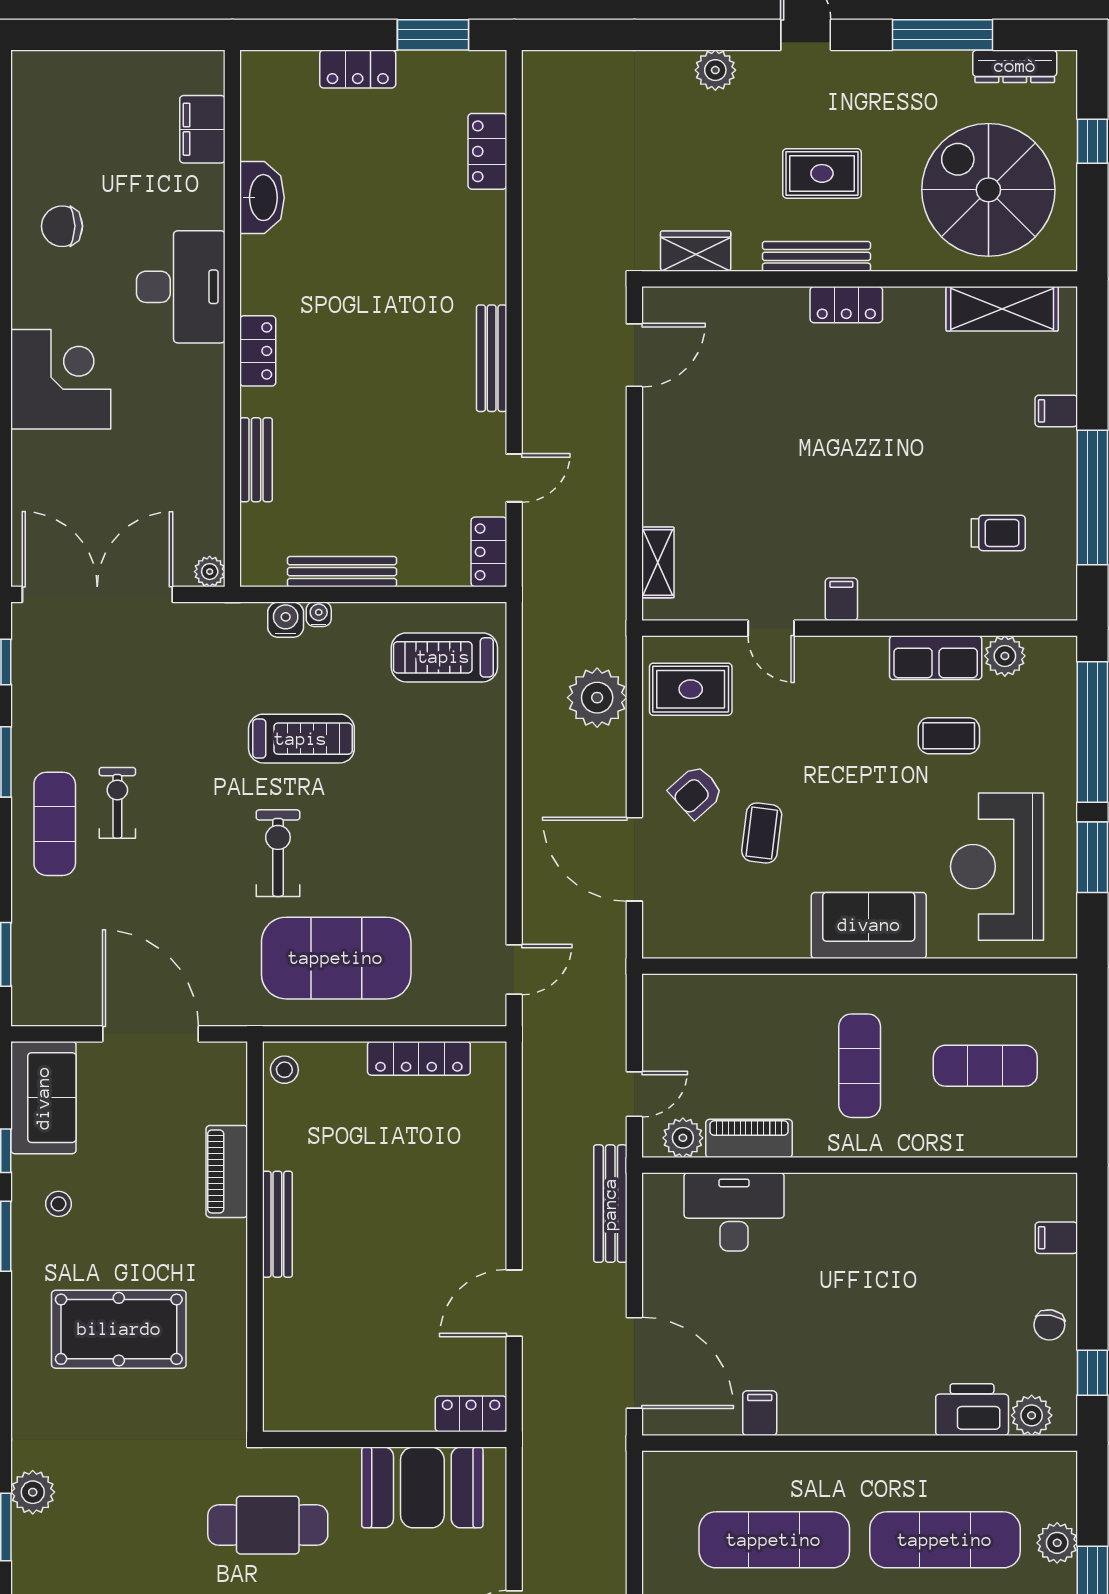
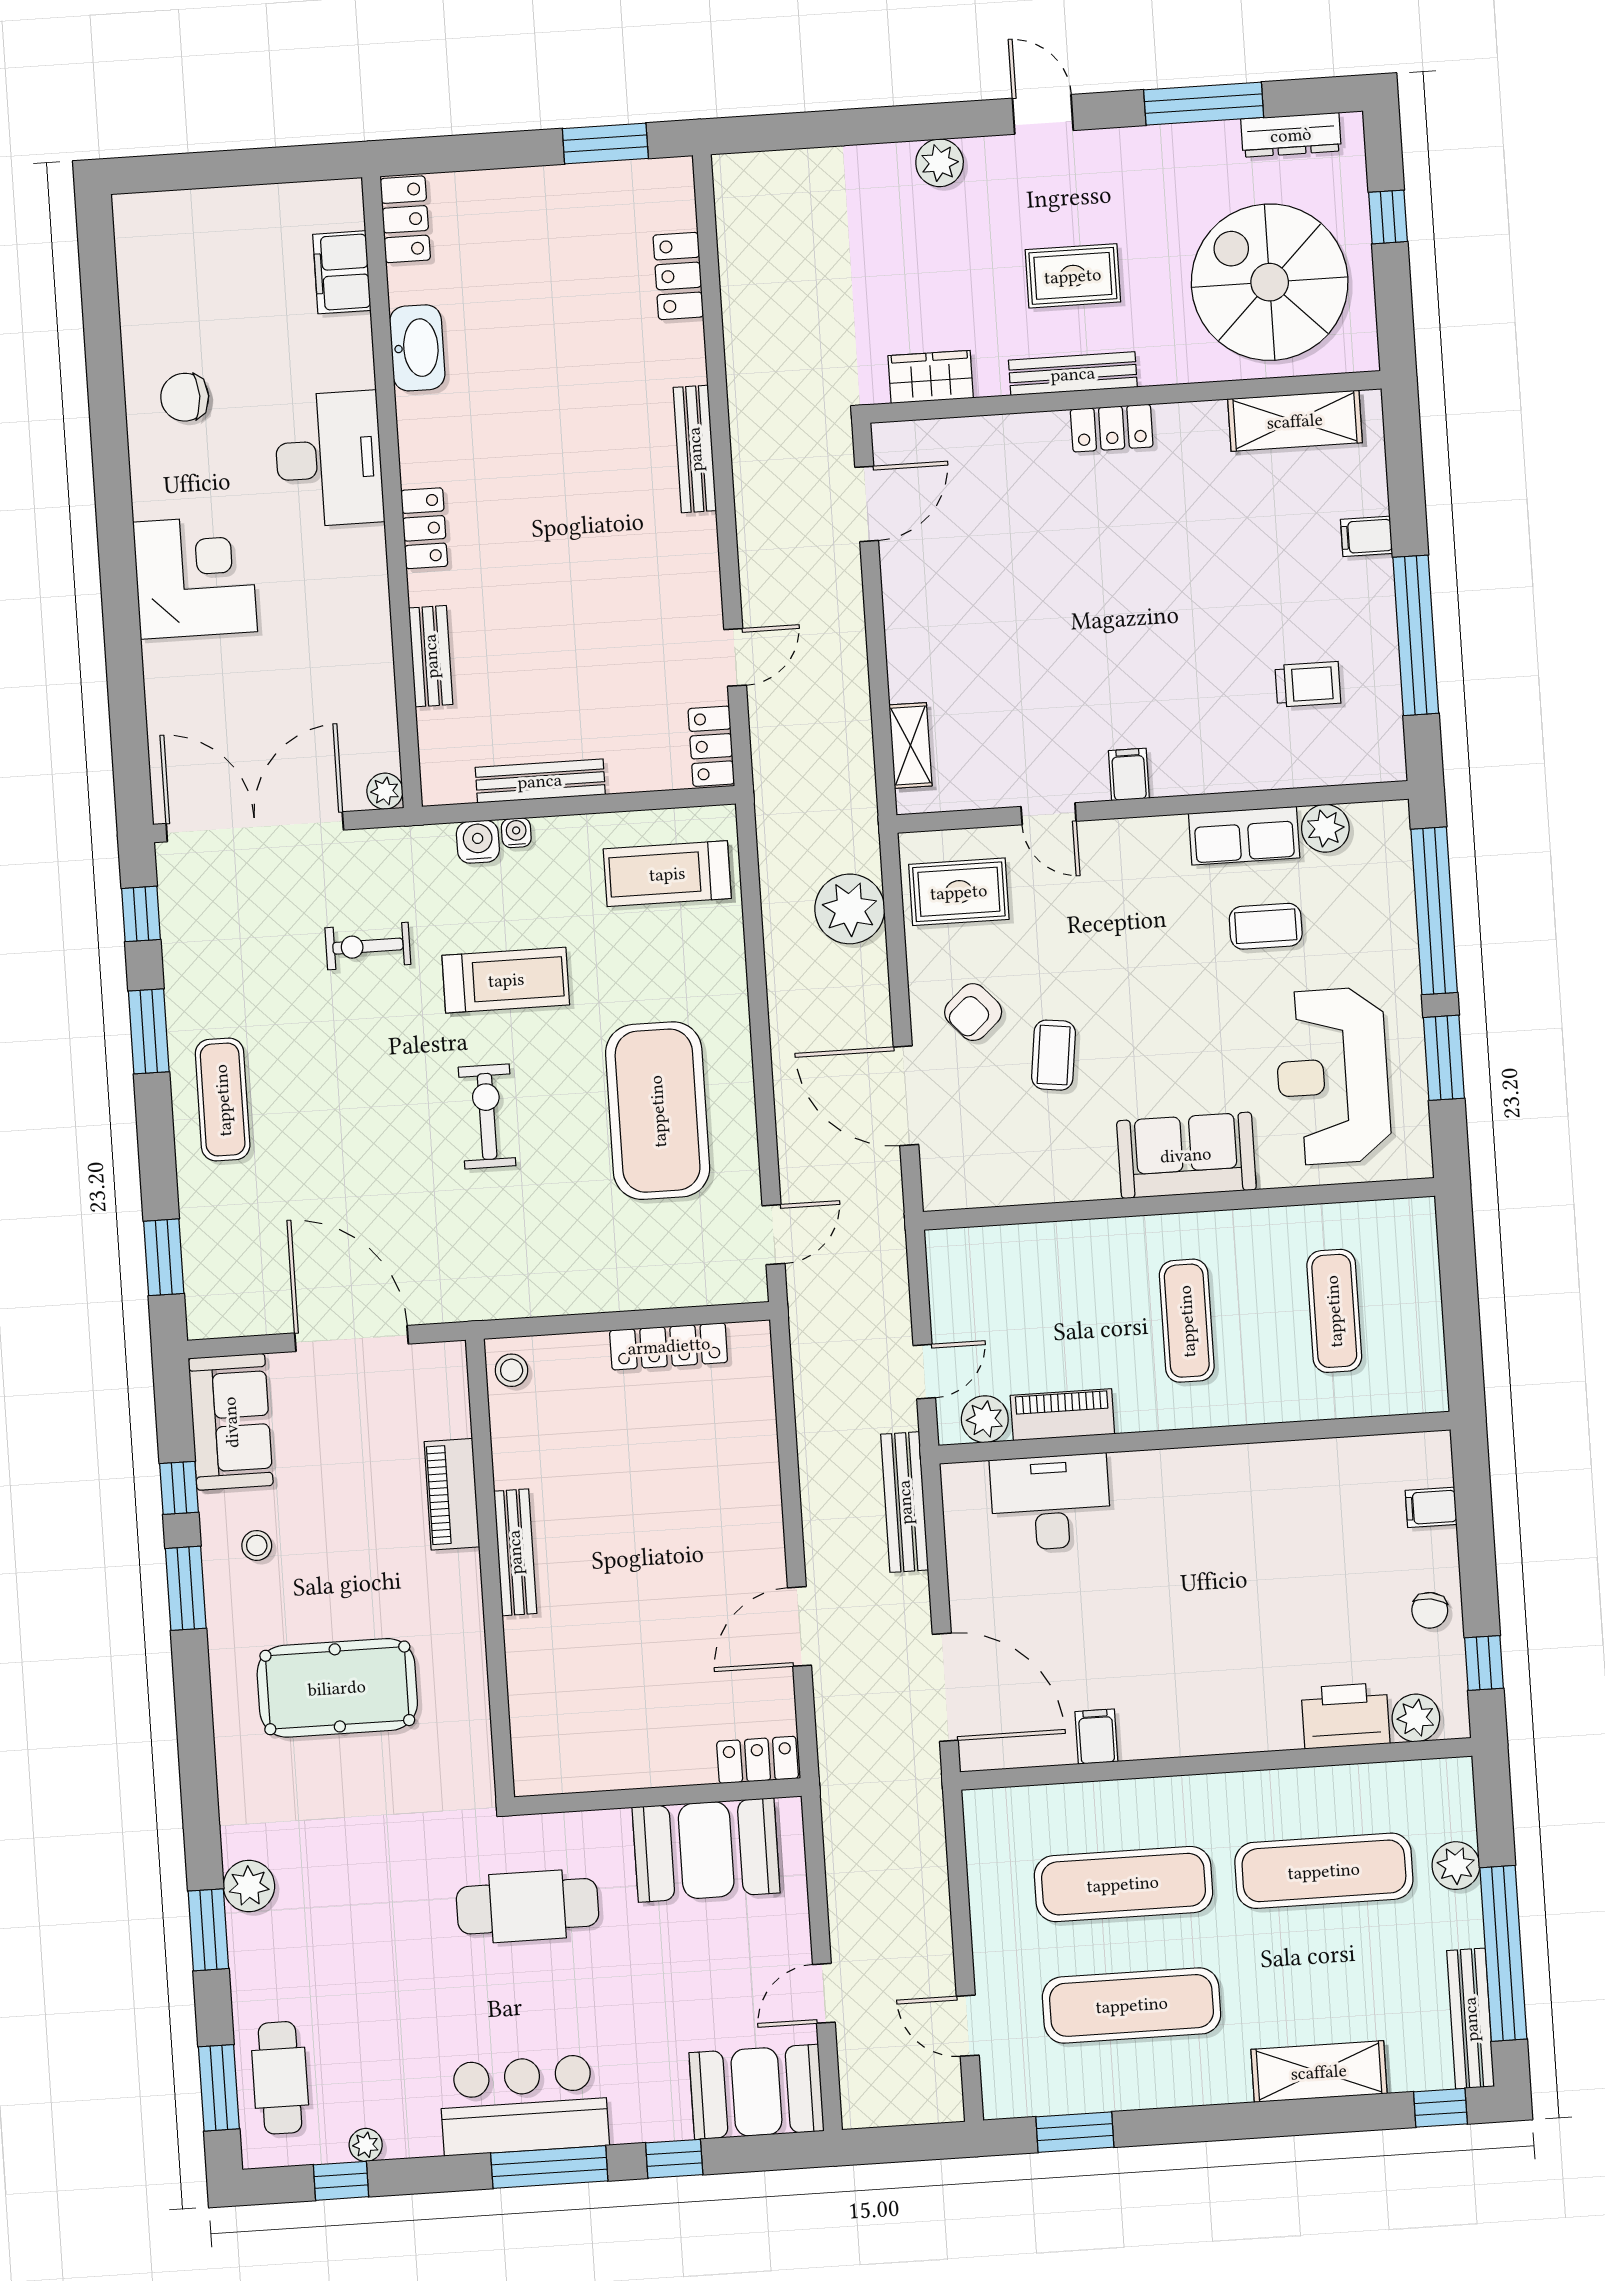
locker: (358, 69) -> (405, 219), moved, turned -90
bench: (492, 358) -> (695, 449), moved
exercise bike: (117, 803) -> (368, 946), moved, turned -90
exercise mat: (336, 958) -> (658, 1111), moved, turned 90
exercise mat: (985, 1066) -> (1334, 1311), turned 90

